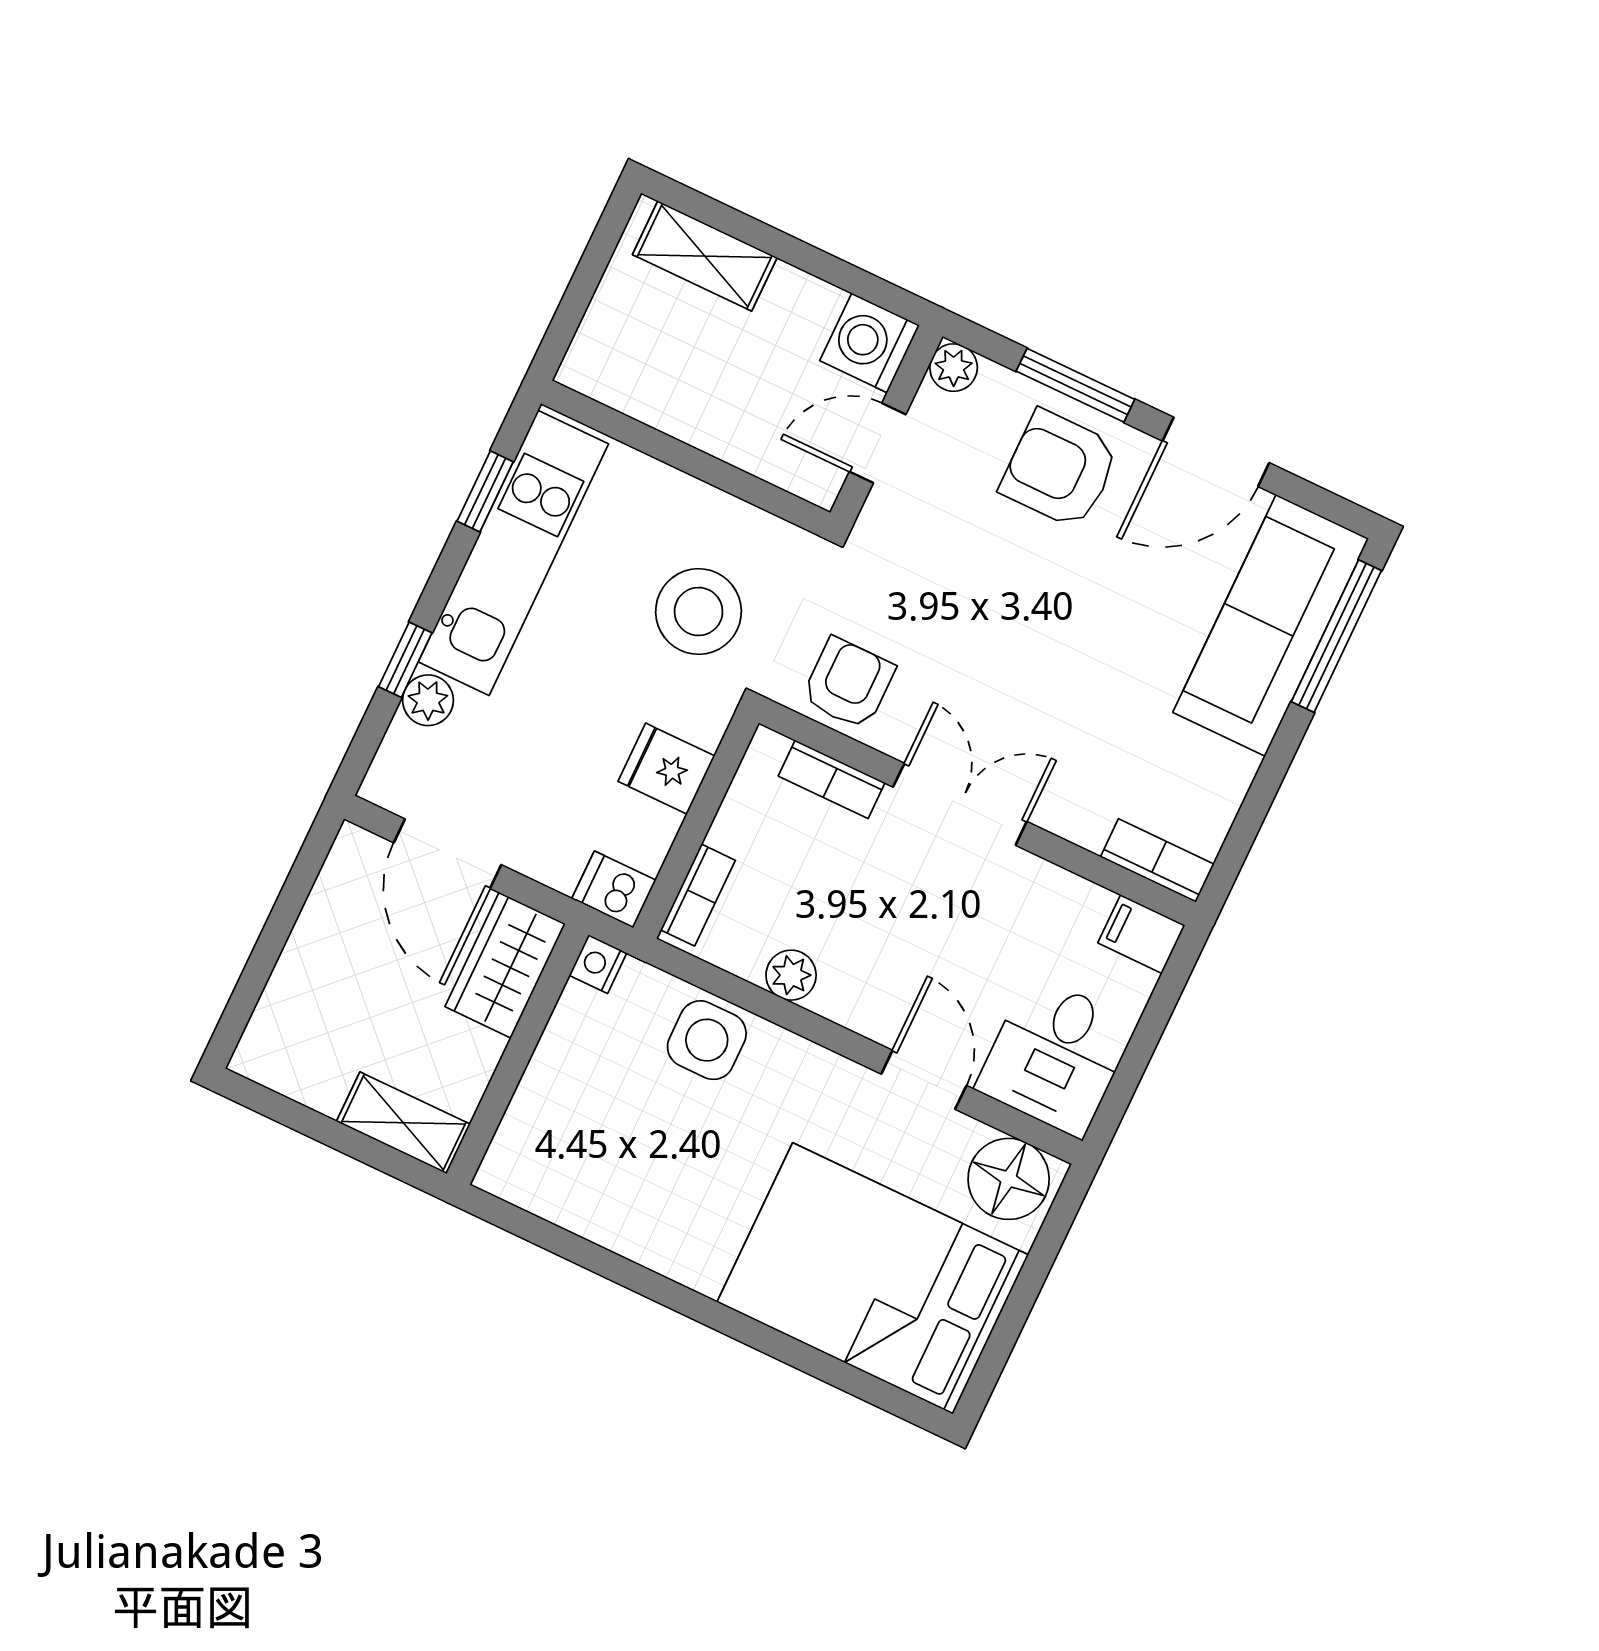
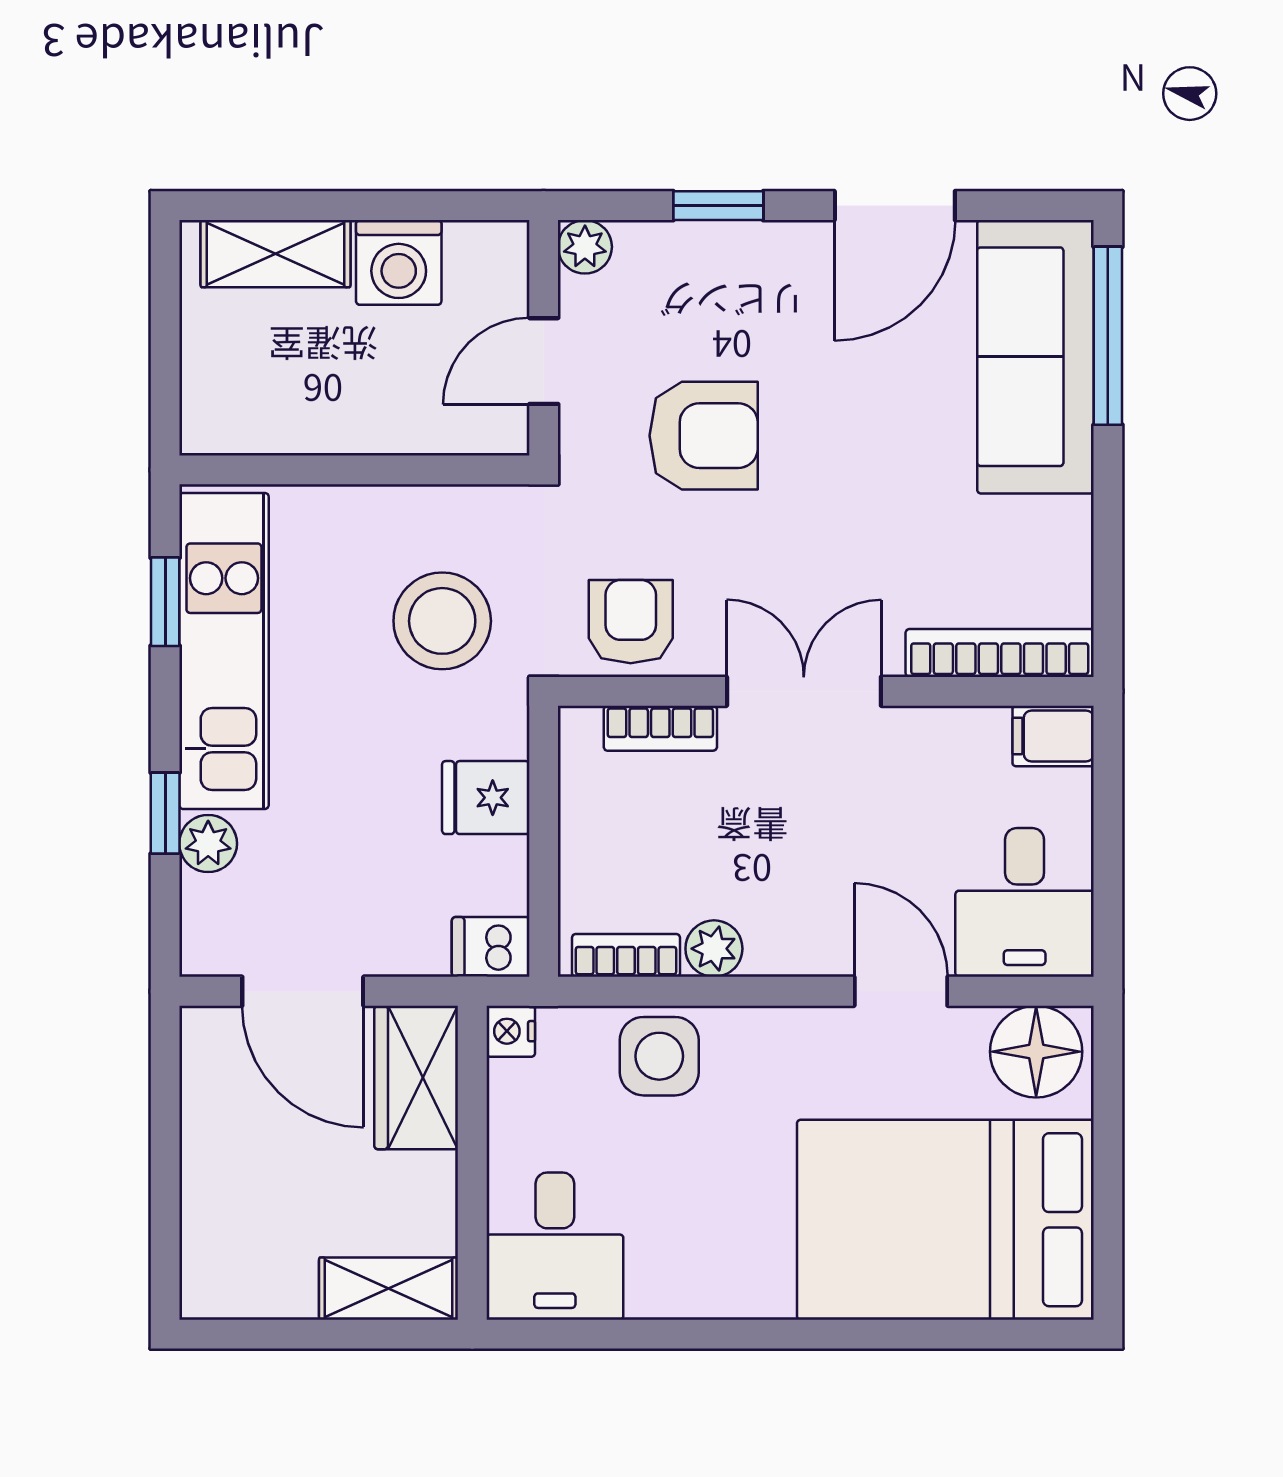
washing machine: (870, 343) -> (399, 262), moved, turned -90
window: (1075, 385) -> (718, 206), width x0.67
armchair: (1060, 469) -> (704, 436), moved, turned 180
bookcase: (1157, 861) -> (1000, 653), width x1.56
bookcase: (698, 895) -> (626, 955), moved, turned -90
desk: (552, 1152) -> (555, 1246), added

